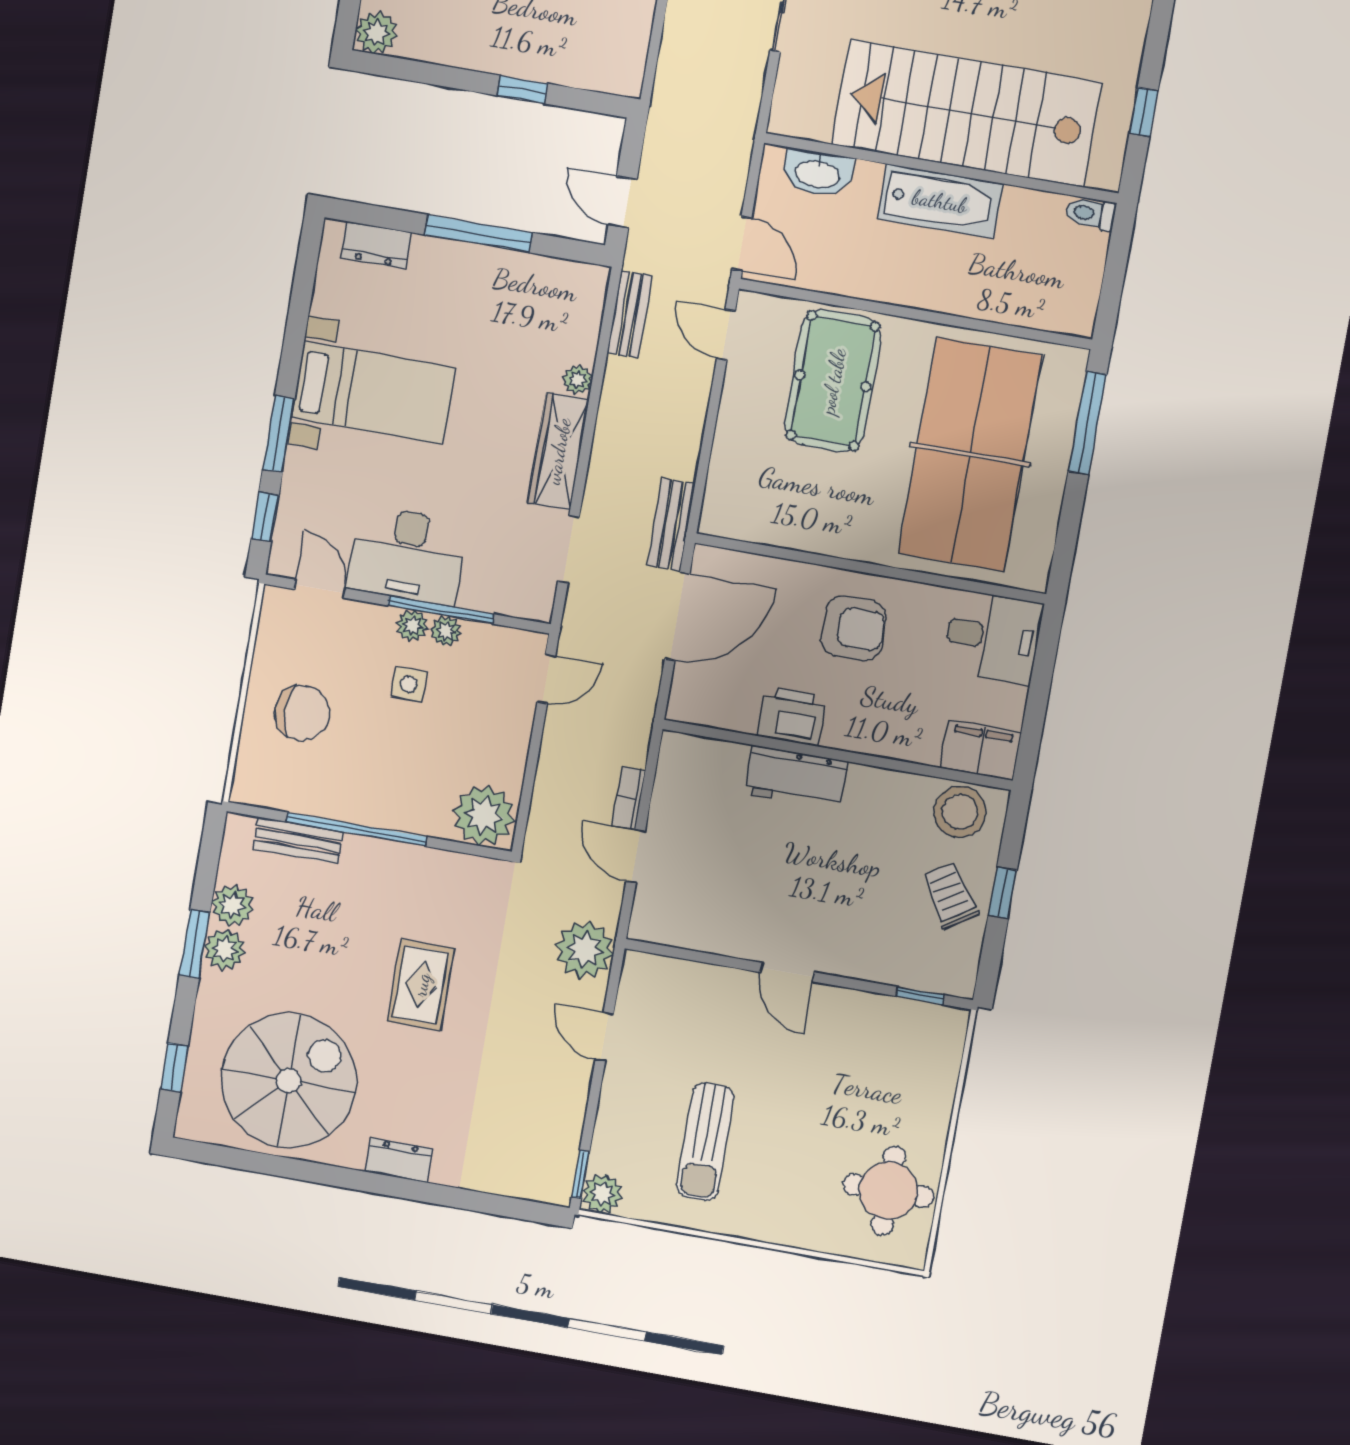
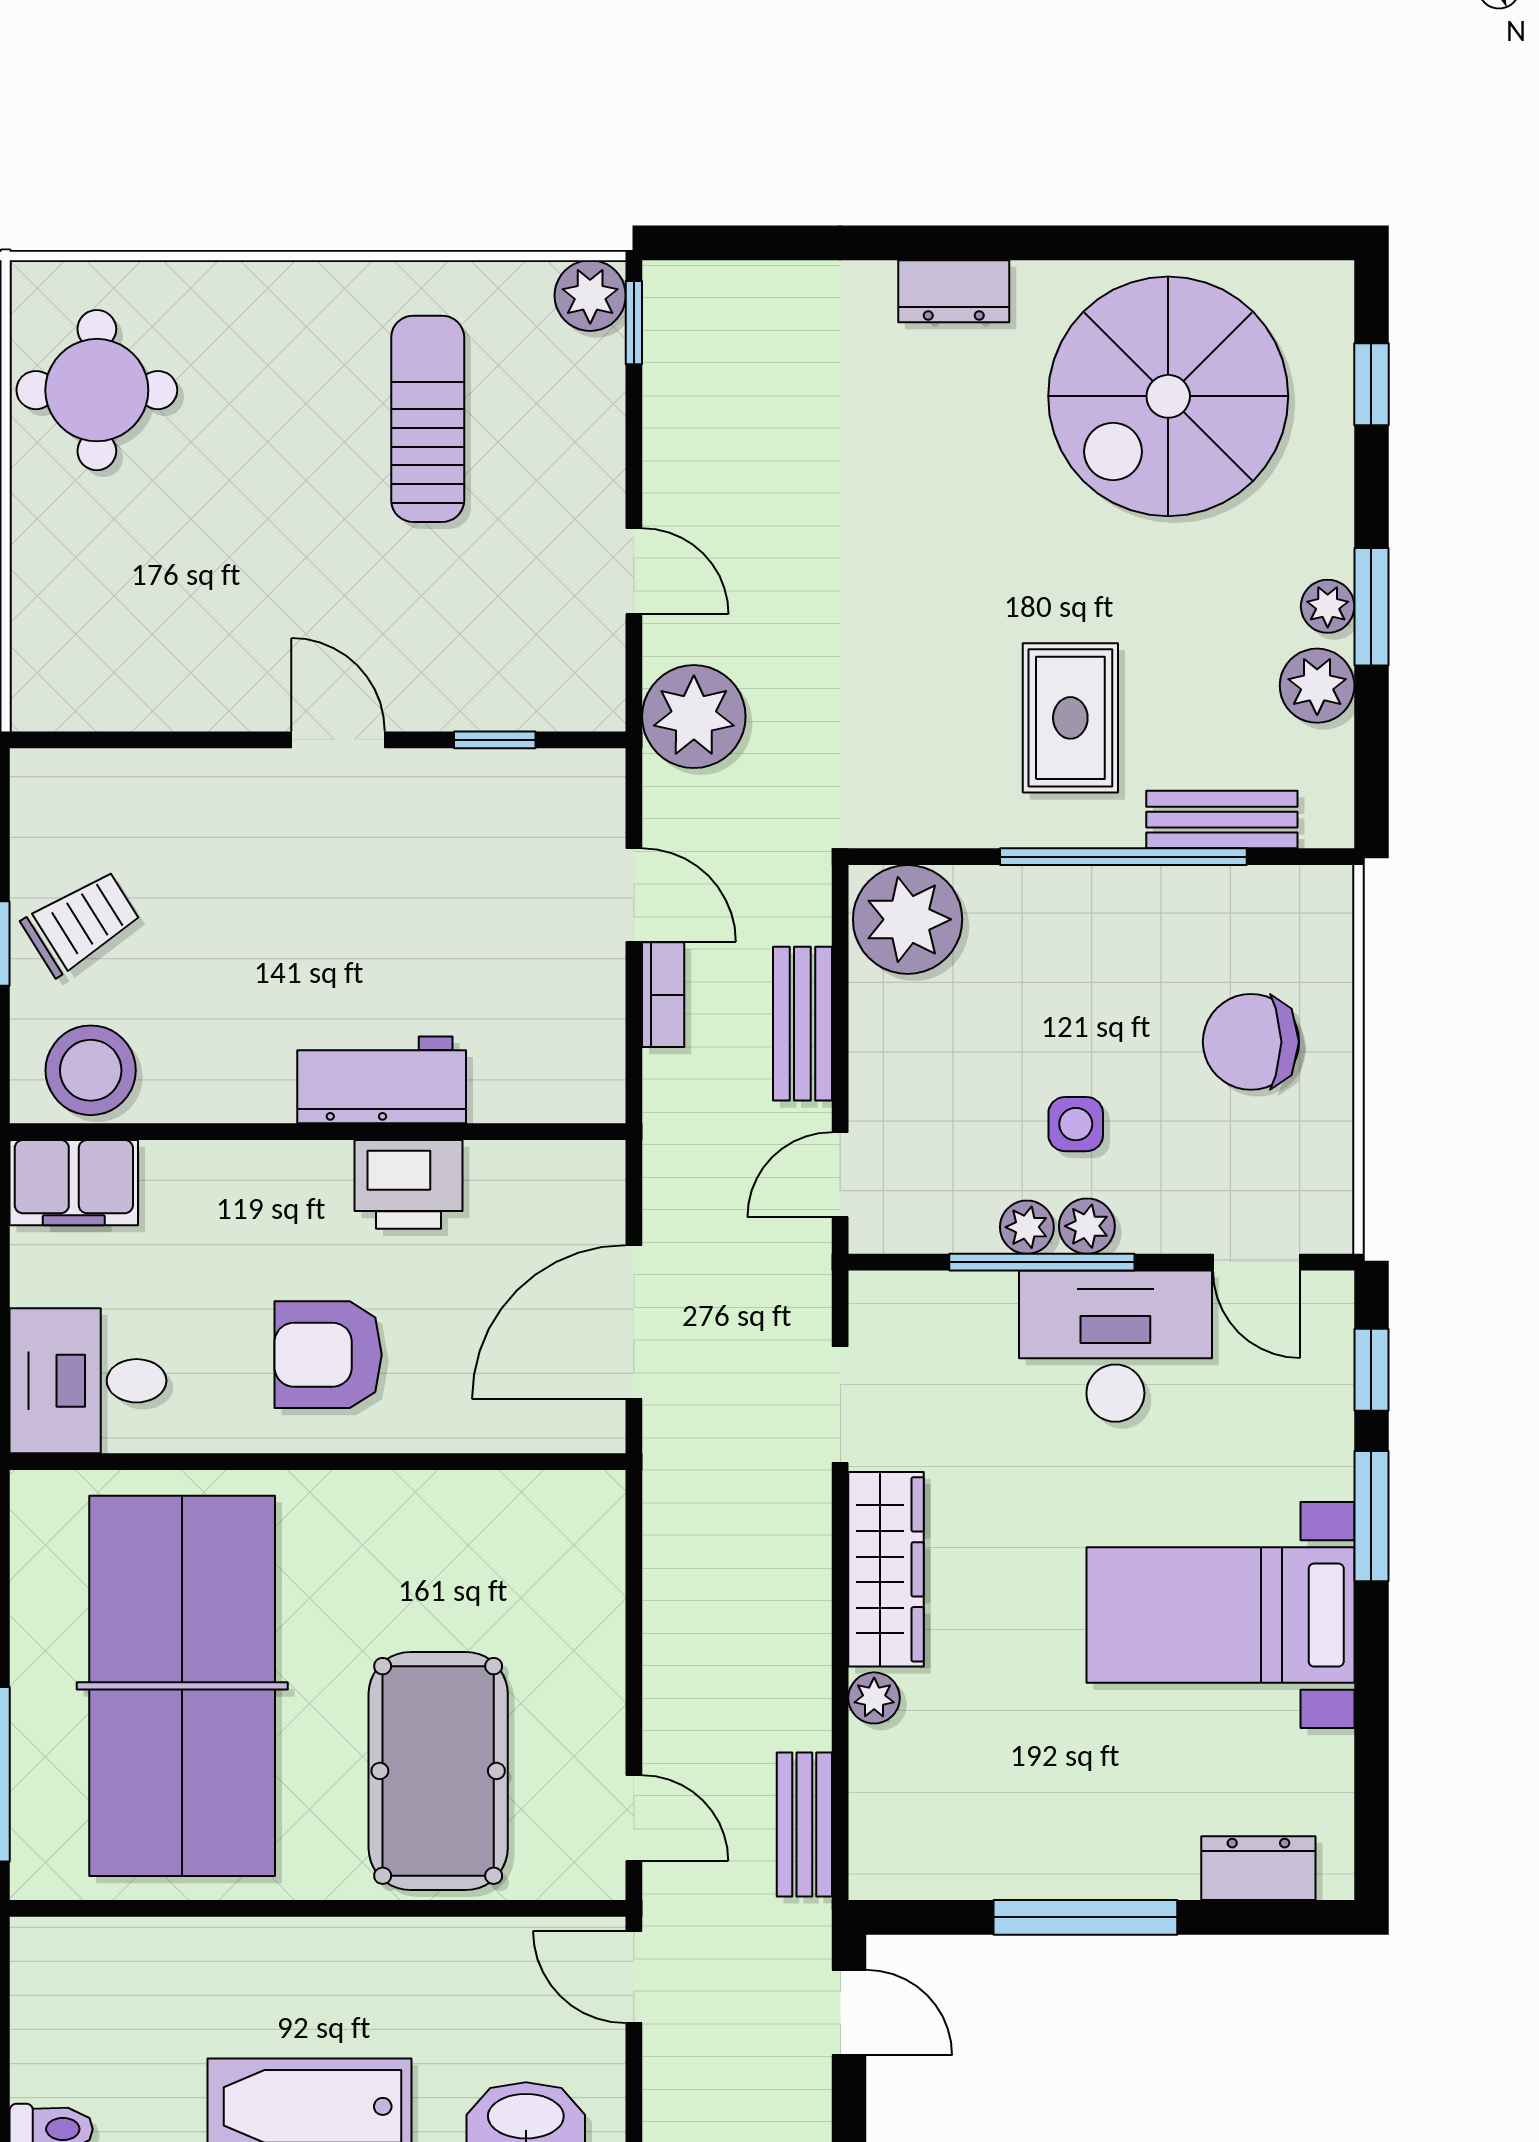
bench: (671, 525) -> (802, 1024), moved
trolley: (950, 895) -> (81, 923), turned -89
plant: (225, 950) -> (1328, 606), width x0.73, depth x0.73
rug: (421, 985) -> (1070, 718), moved
window: (920, 996) -> (495, 740), moved

